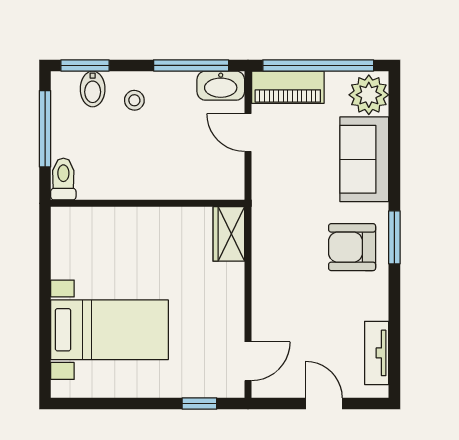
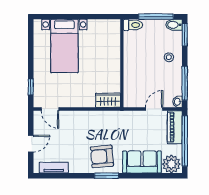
washbasin: (221, 86) -> (178, 102), width x0.52, depth x0.69
bidet: (93, 89) -> (174, 25), moved
armchair: (352, 247) -> (102, 156), turned -95

